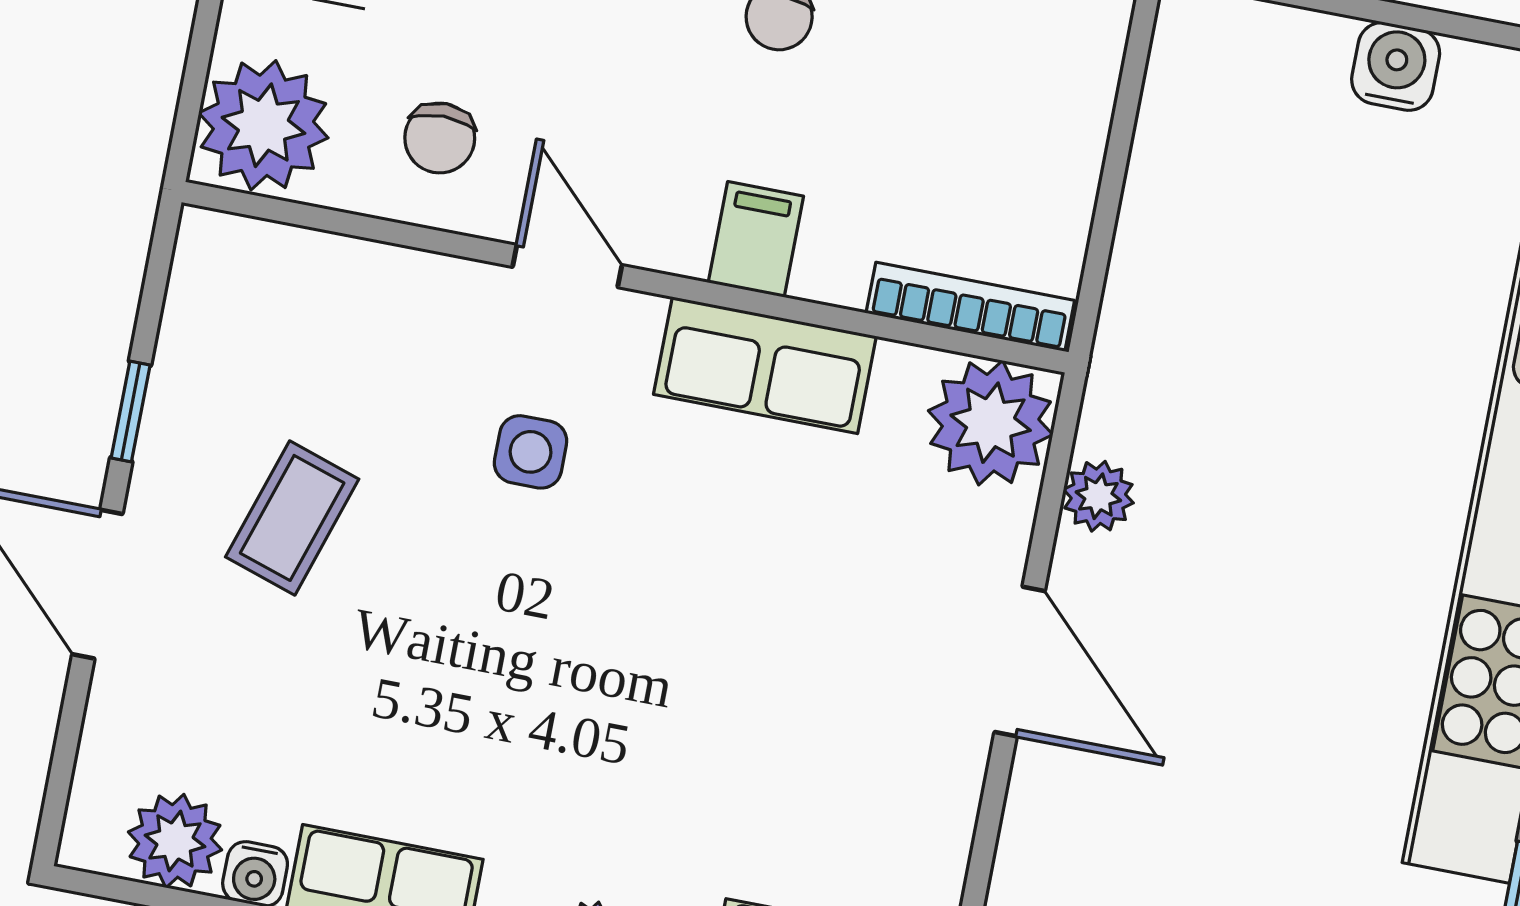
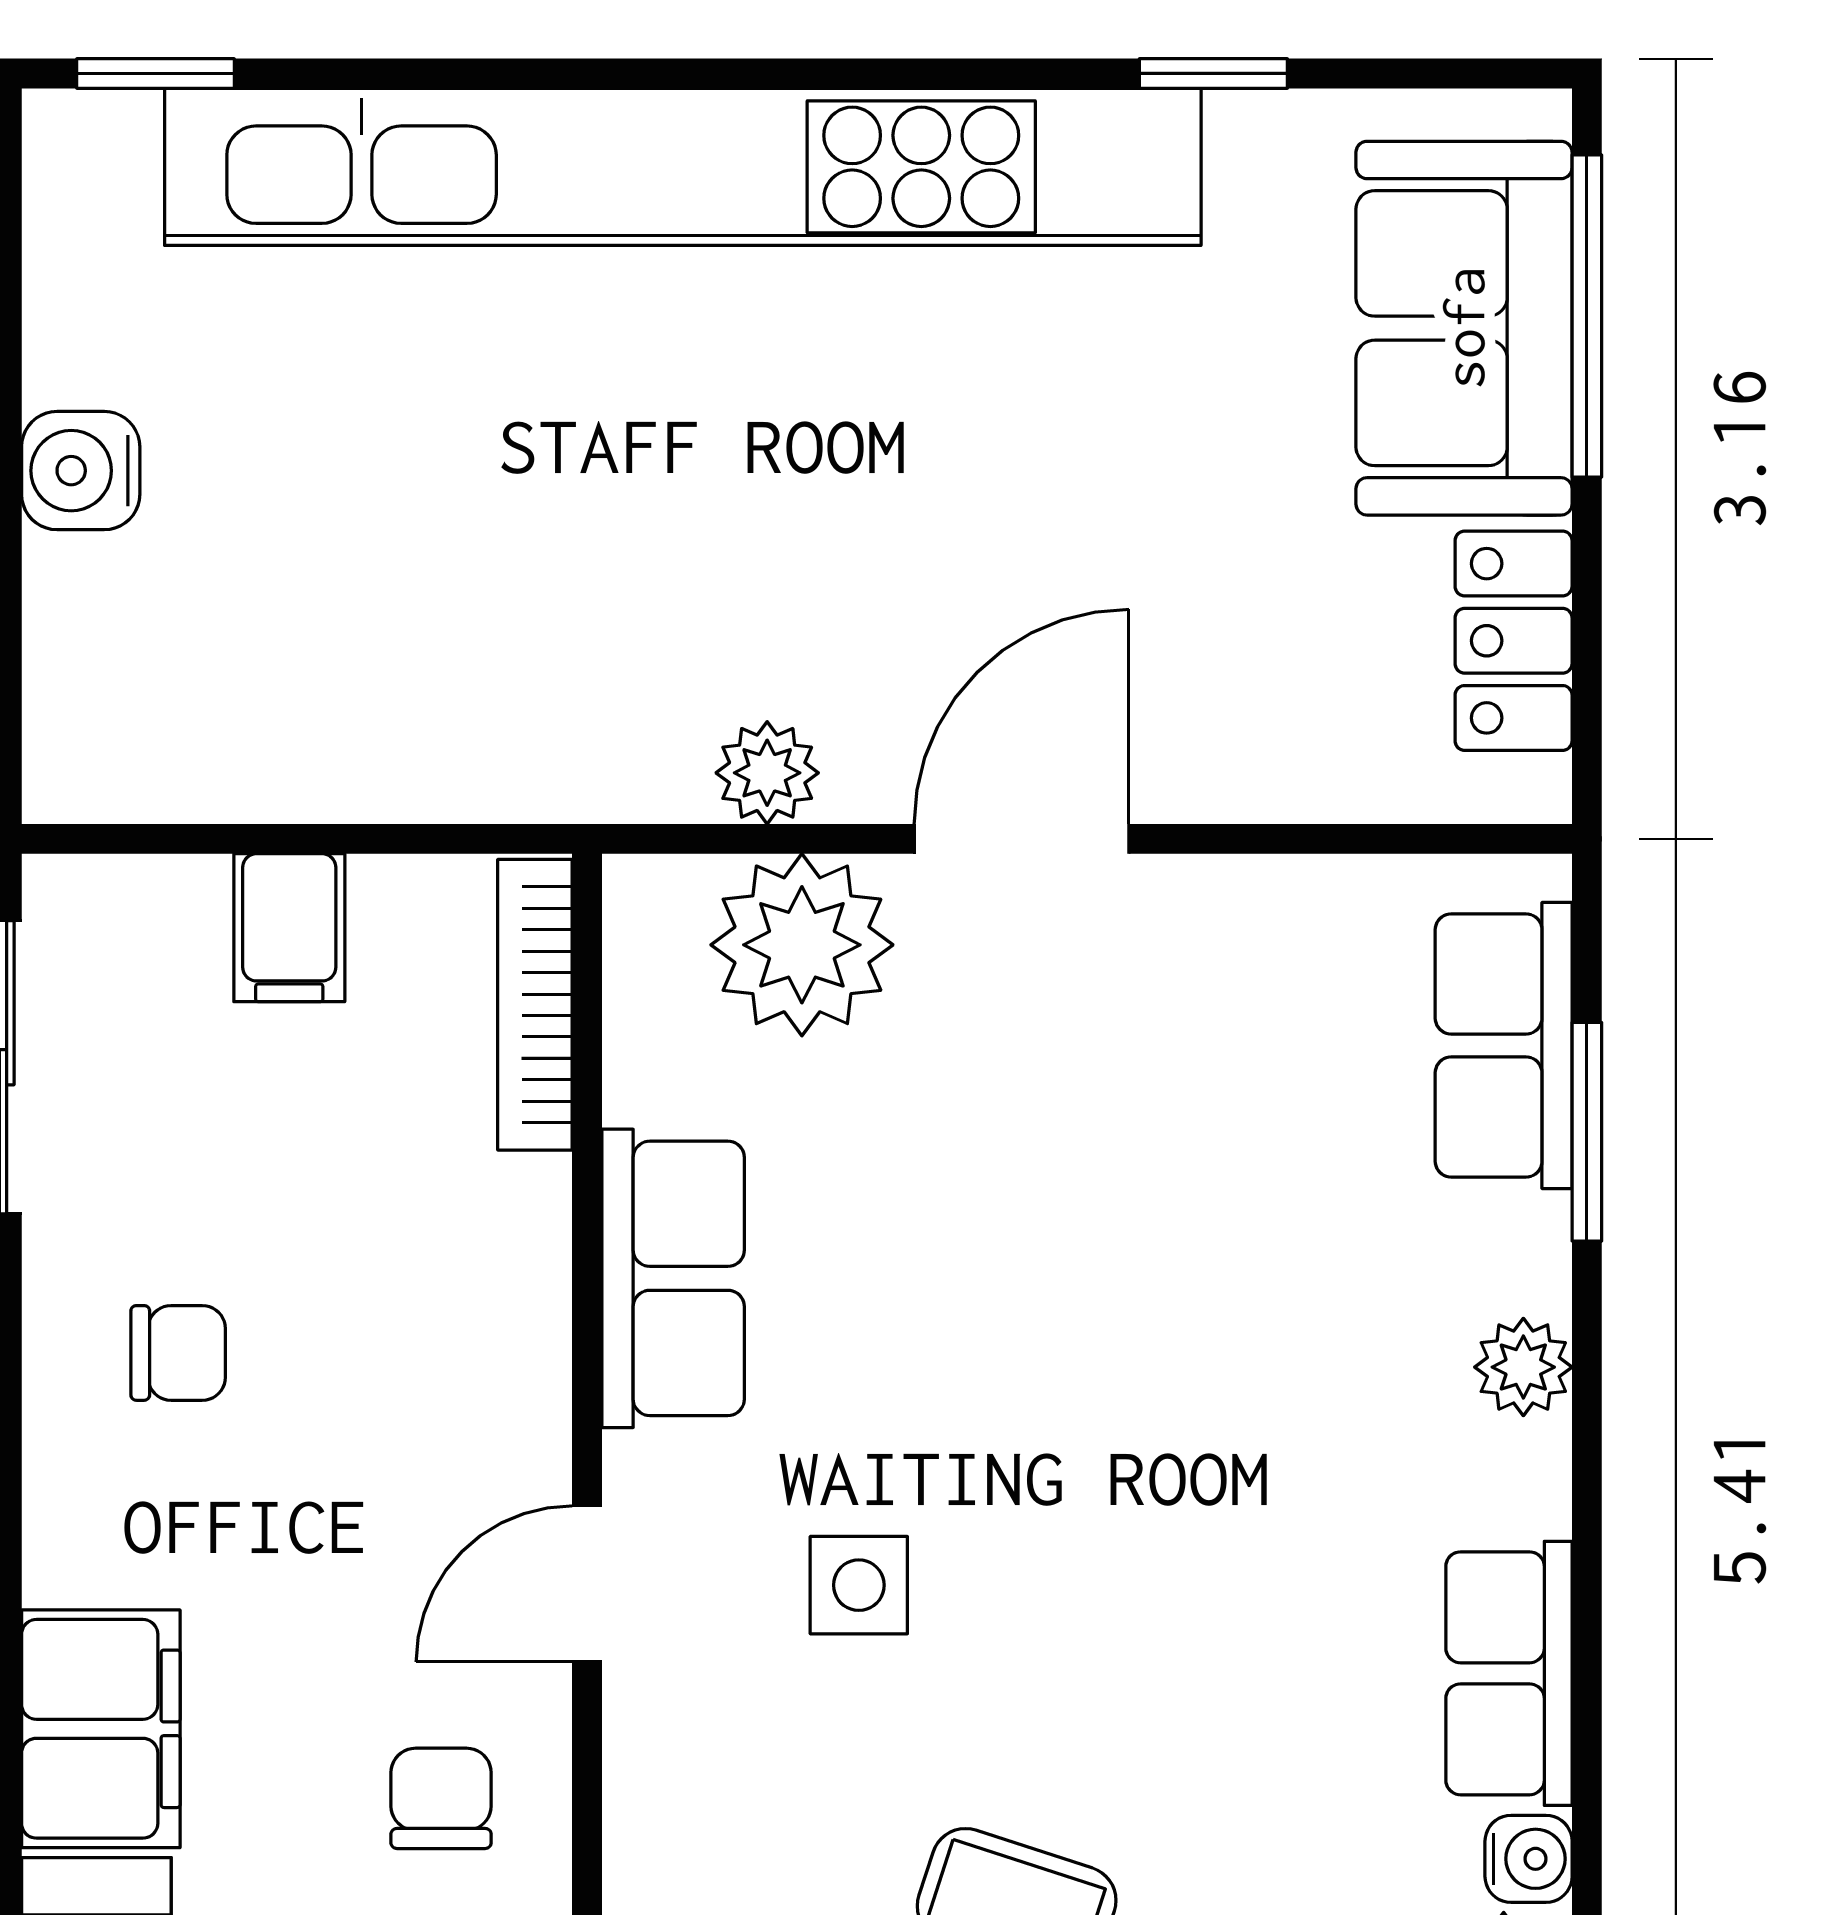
chair: (440, 138) -> (441, 1798), turned -90
filing cabinet: (756, 239) -> (289, 928), moved, turned -90
plant: (991, 423) -> (802, 945), moved

